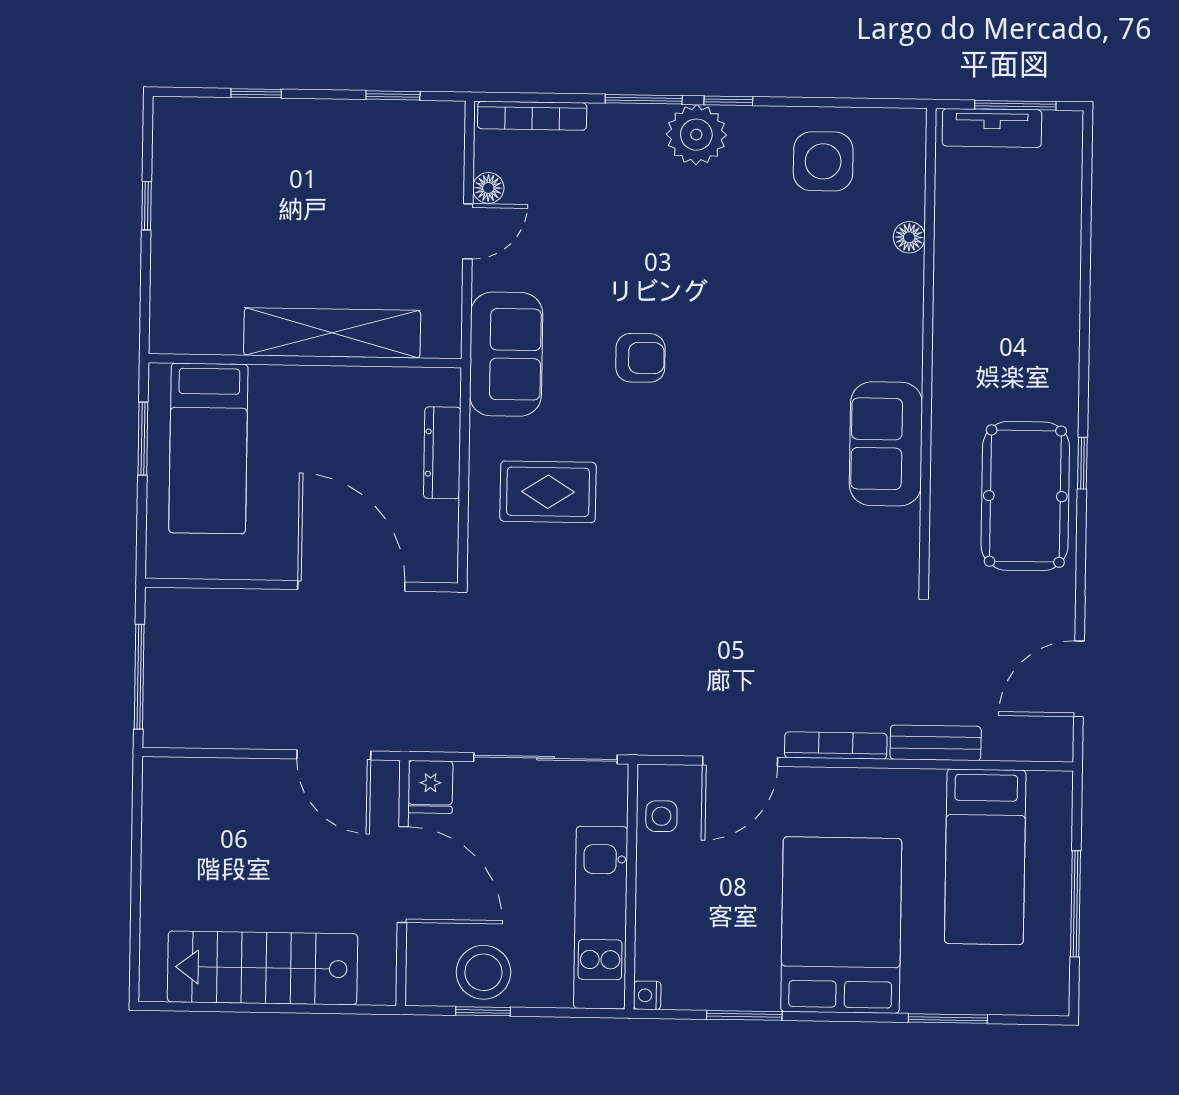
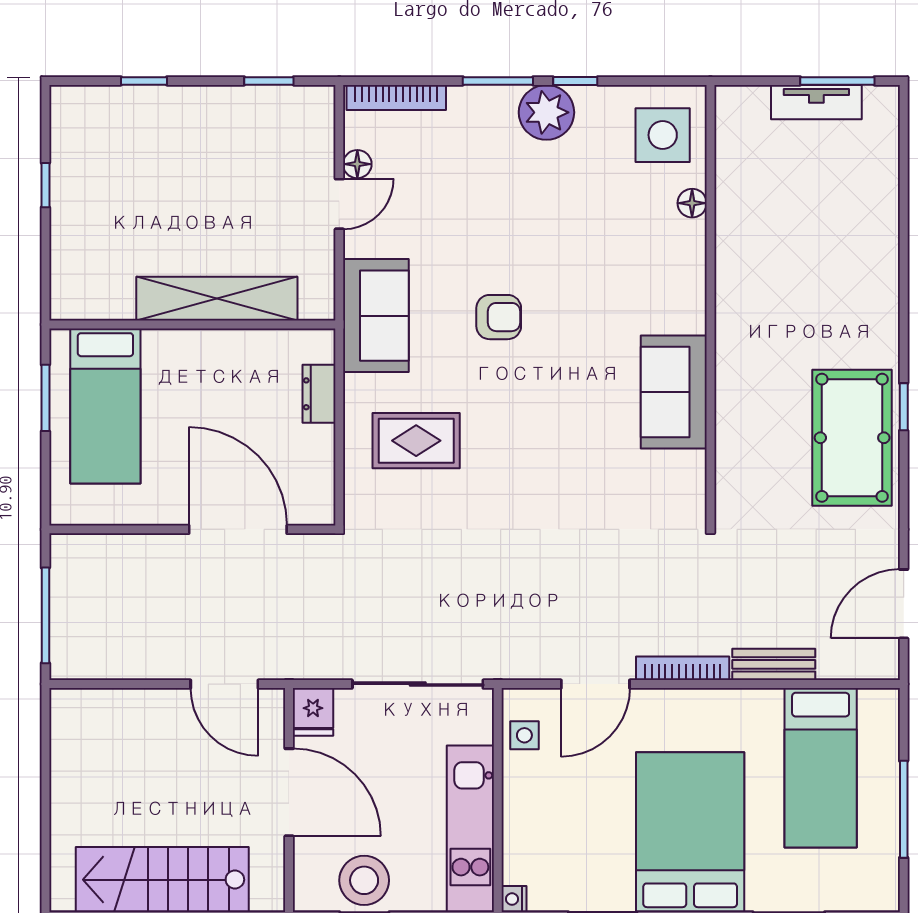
floor lamp: (909, 237) -> (692, 203), moved
wall: (928, 349) -> (710, 305), moved
sofa: (886, 444) -> (674, 392), moved
dresser: (442, 453) -> (319, 394), width x0.70

